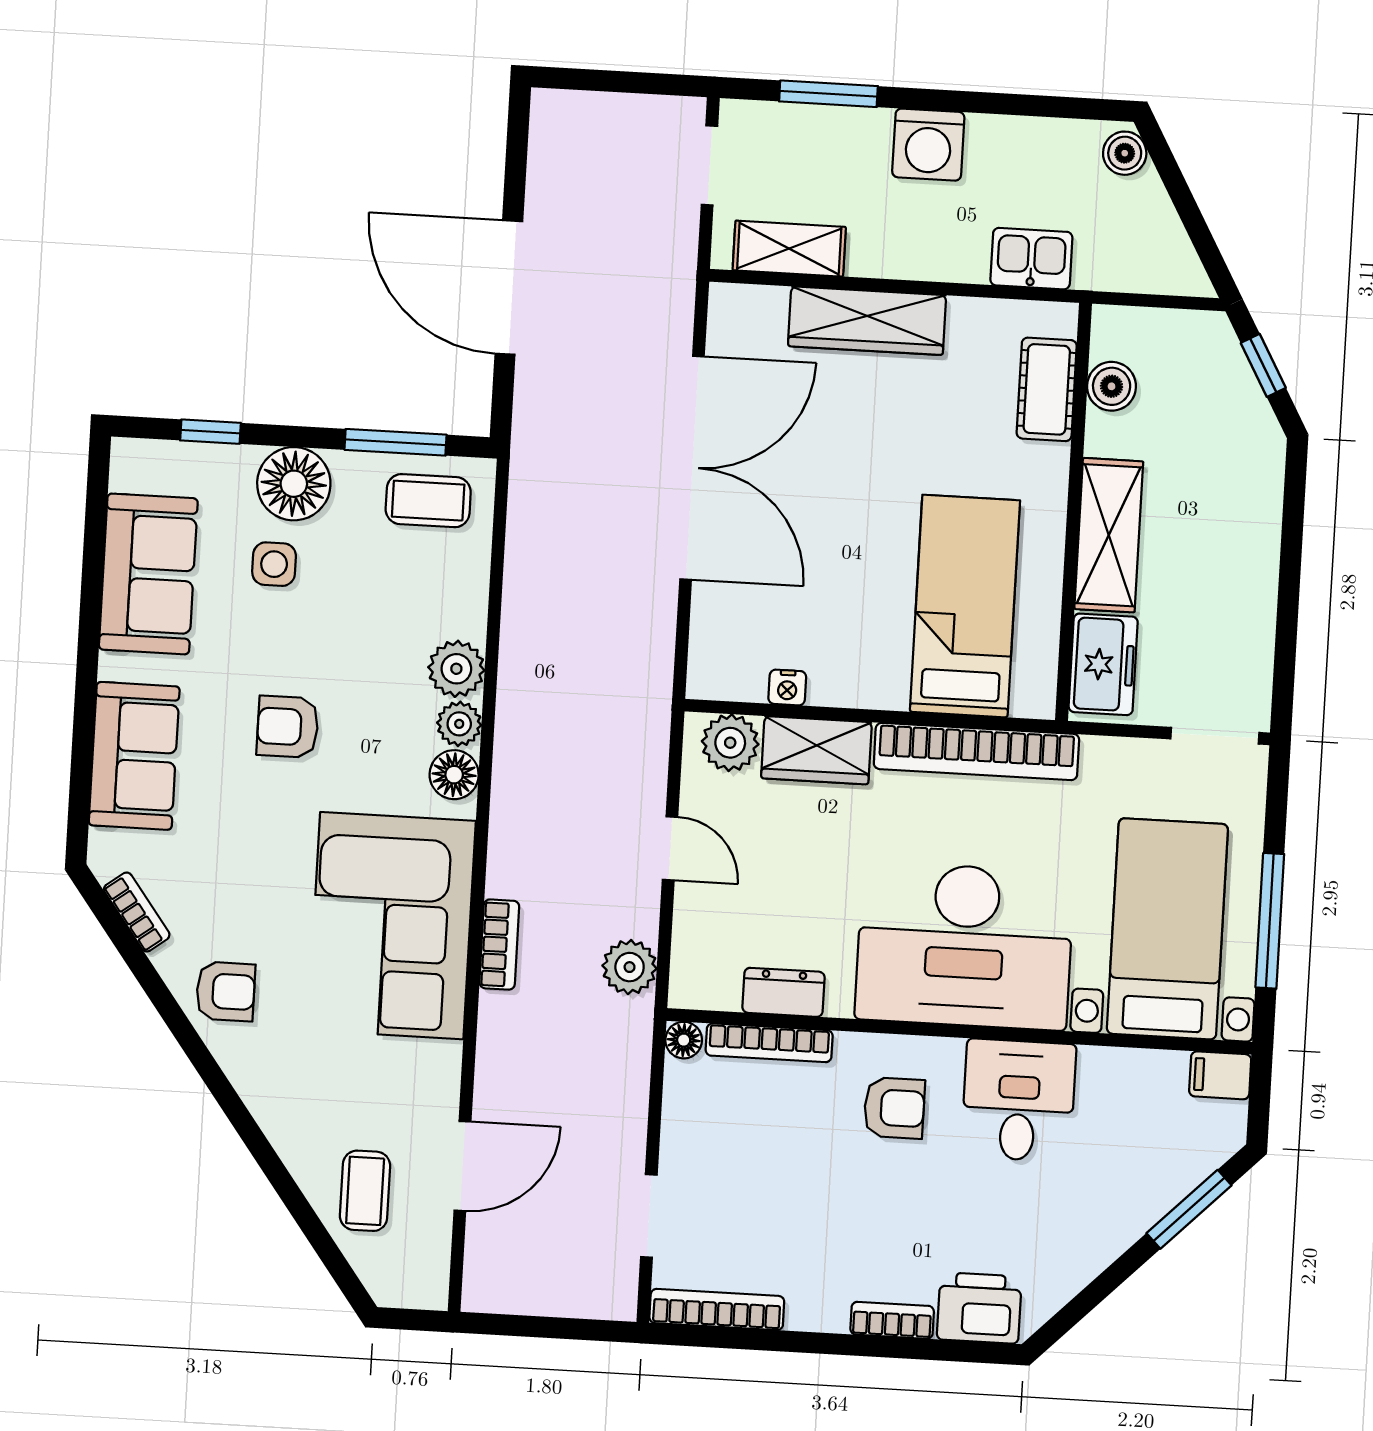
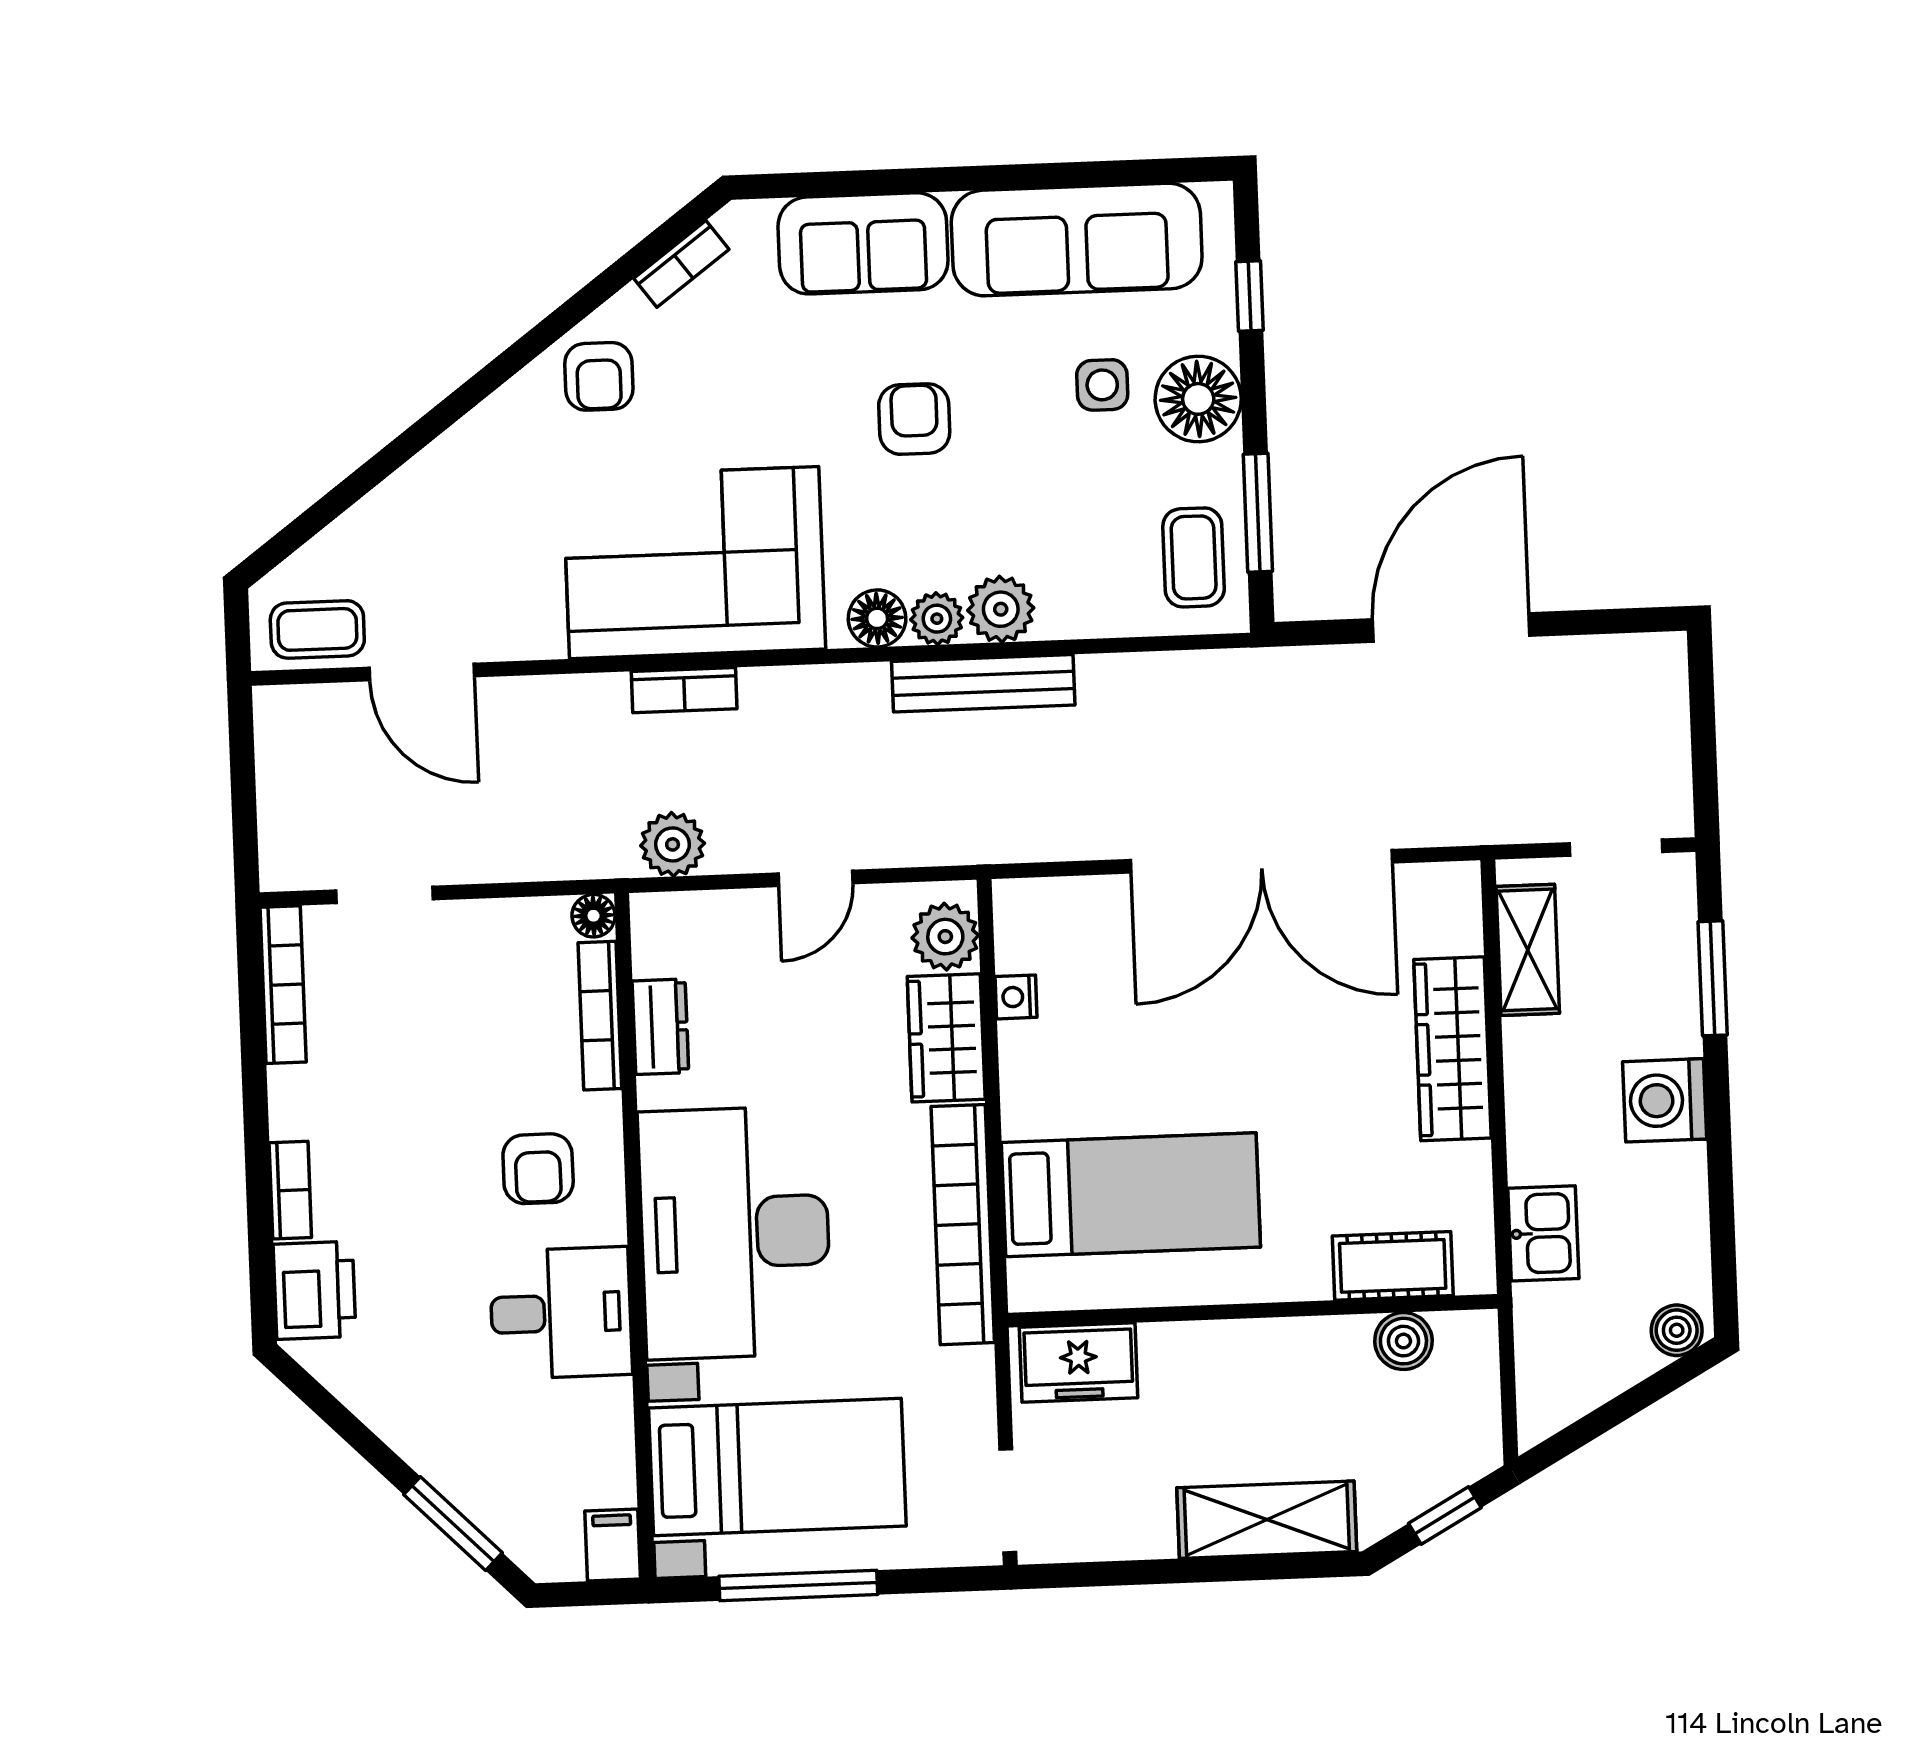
shelving: (1109, 535) -> (1267, 1520), moved
sofa: (148, 574) -> (1077, 240), width x1.36
bench: (518, 690) -> (983, 683), added
coffee table: (365, 1191) -> (317, 629), moved

